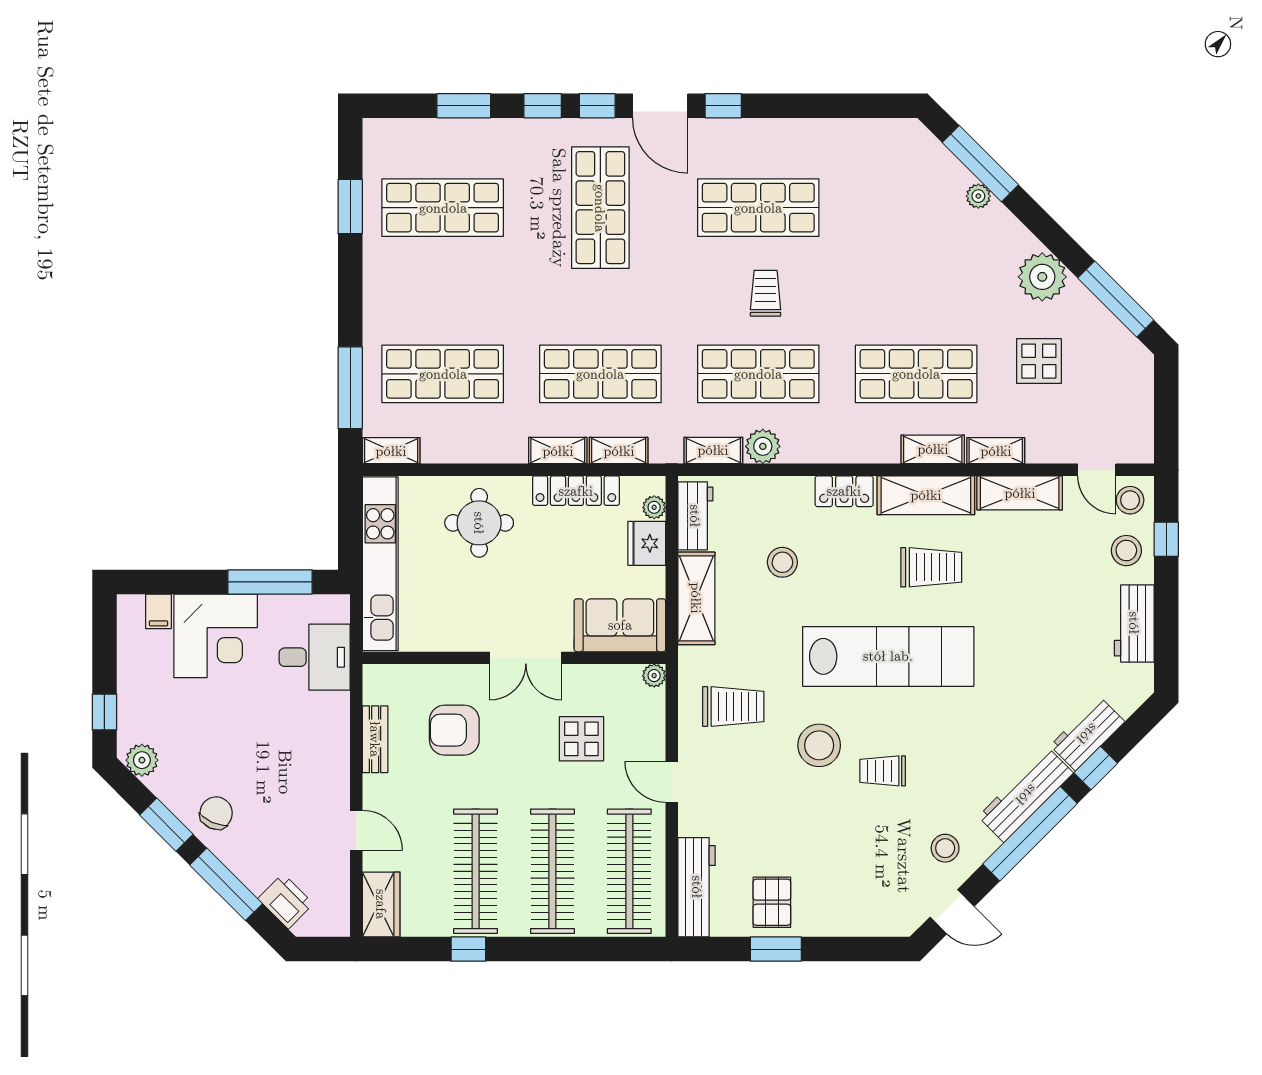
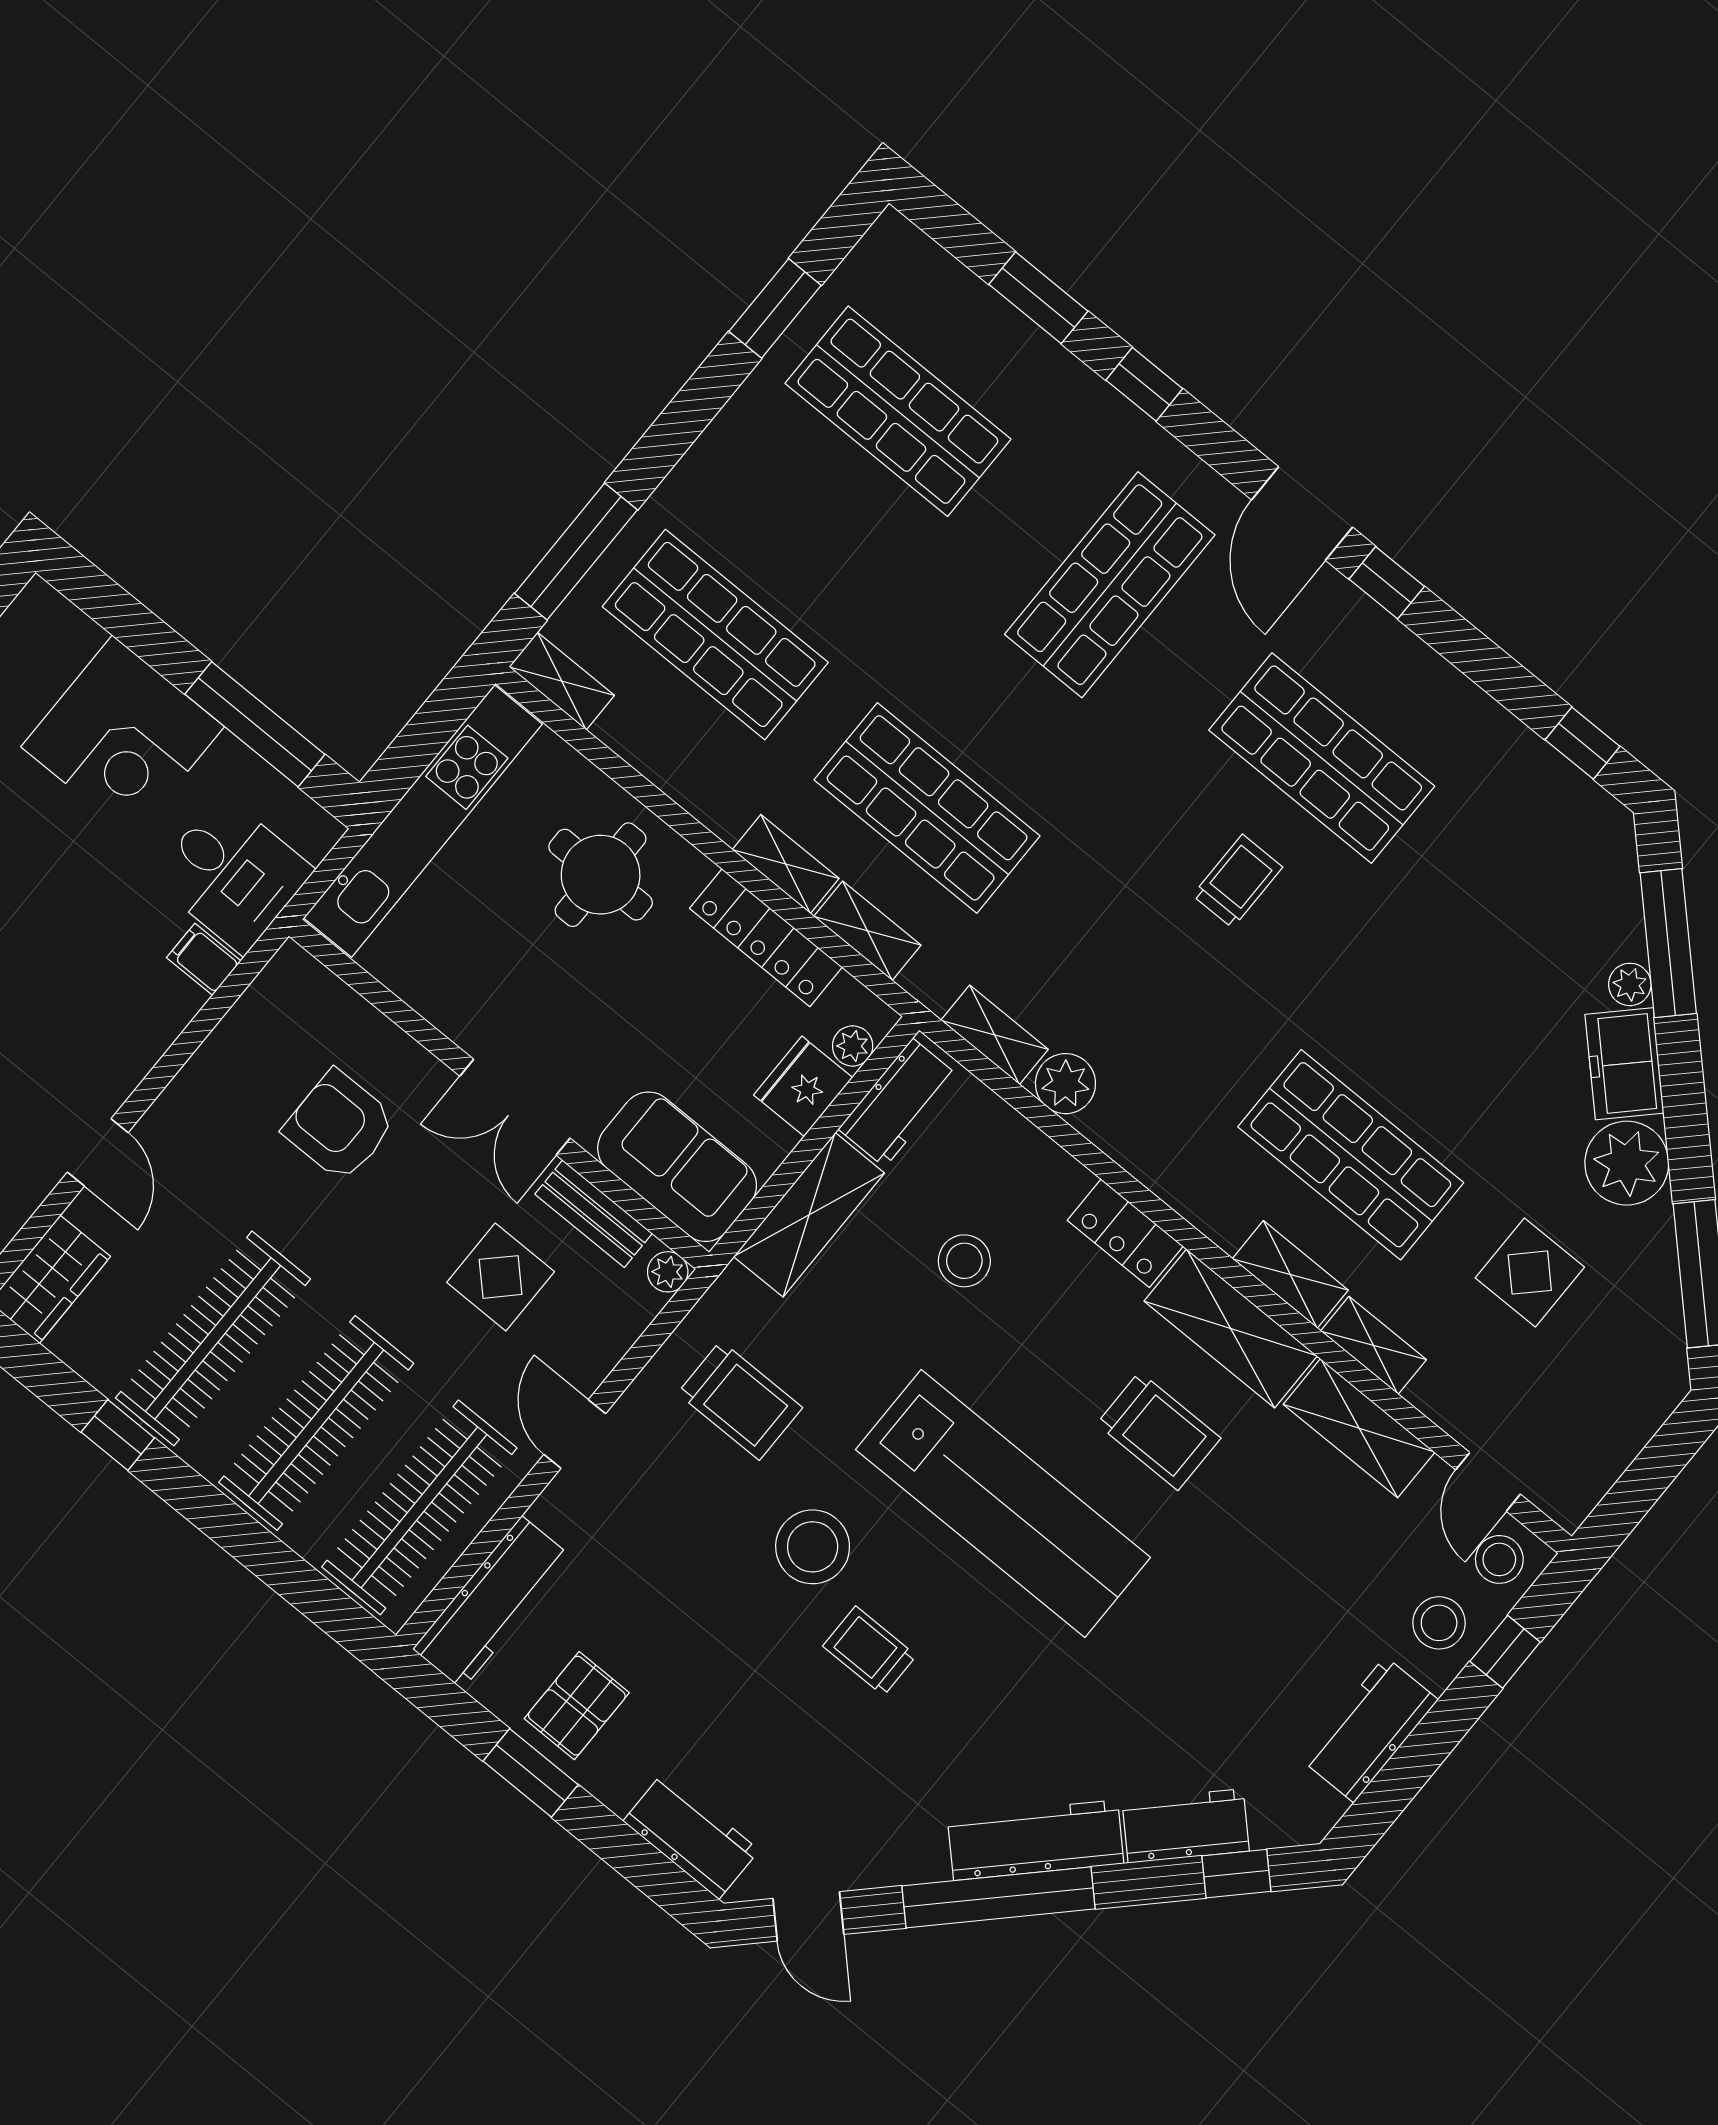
window: (597, 106) -> (1583, 743), moved
freezer: (1005, 233) -> (1624, 1064), added
shop shelf: (758, 374) -> (1139, 981), removed
filing cabinet: (159, 611) -> (204, 959), moved, turned 90
bench: (375, 739) -> (594, 1214), moved, turned 90
window: (1096, 768) -> (1236, 1874), moved
stool: (945, 848) -> (869, 1823), removed
workbench: (870, 918) -> (691, 1836), added

